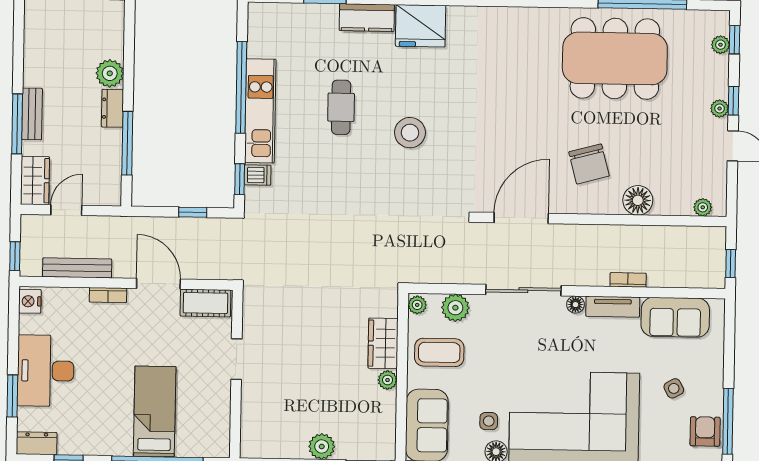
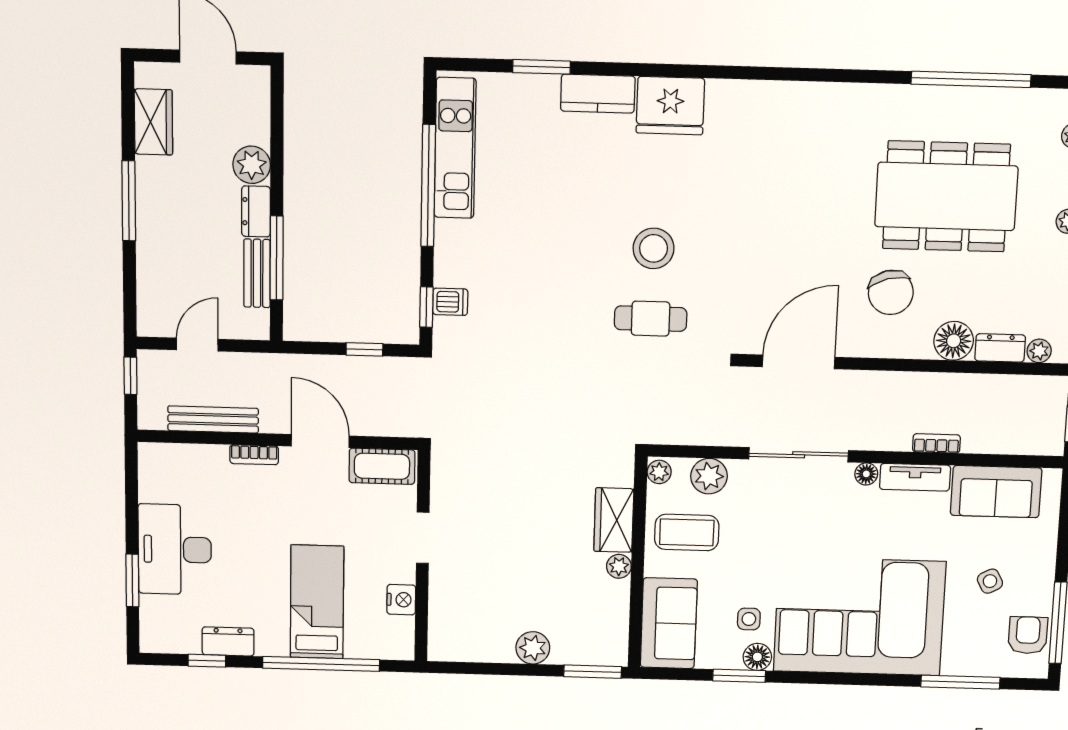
dining table: (615, 58) -> (946, 196), moved
cafe table: (341, 107) -> (651, 319), moved, turned 90
kitchen unit: (260, 111) -> (455, 148), moved
bench: (32, 114) -> (257, 273), moved
window: (17, 124) -> (129, 201), moved
wardrobe: (35, 181) -> (153, 122), moved
dresser: (673, 205) -> (1000, 348), added
window: (15, 256) -> (130, 376), moved
nightstand: (30, 301) -> (401, 600), moved, turned 180
dresser: (37, 443) -> (228, 641), moved

